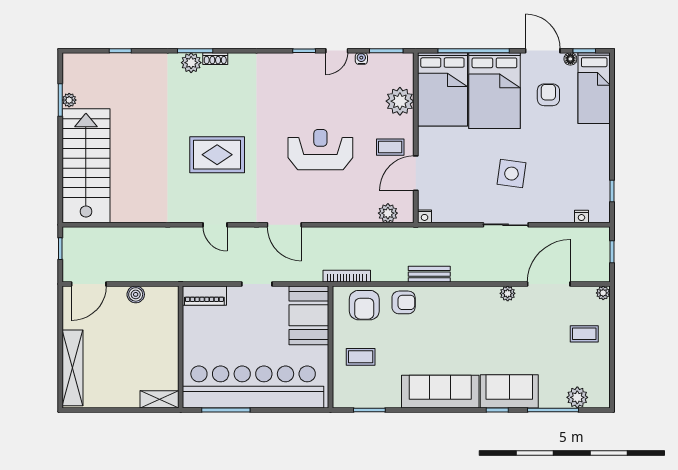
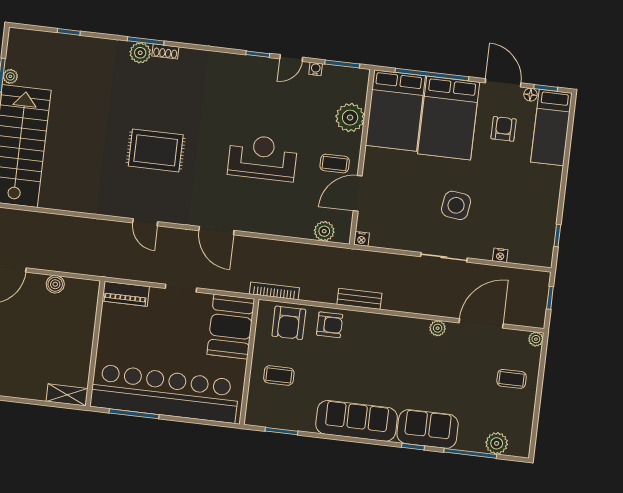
nightstand: (581, 217) -> (500, 255), moved

